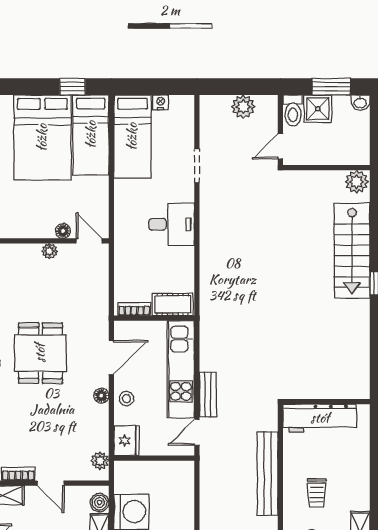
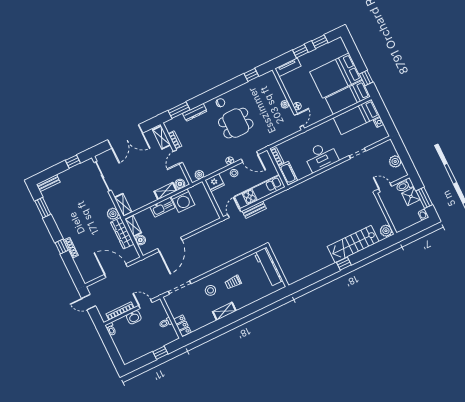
desk: (172, 224) -> (321, 157), width x1.37
door: (197, 432) -> (234, 213), hinge flipped
bench: (268, 473) -> (231, 255), removed

